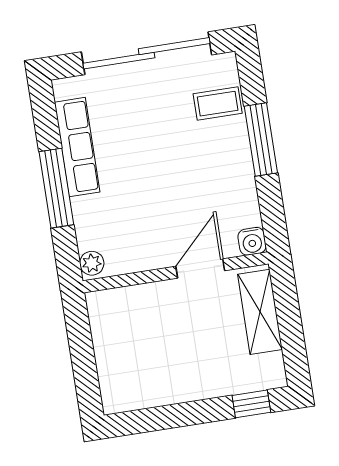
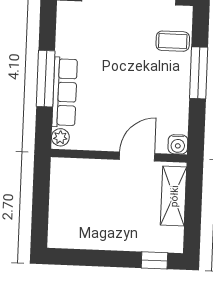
row of seats: (77, 147) -> (65, 92), moved

